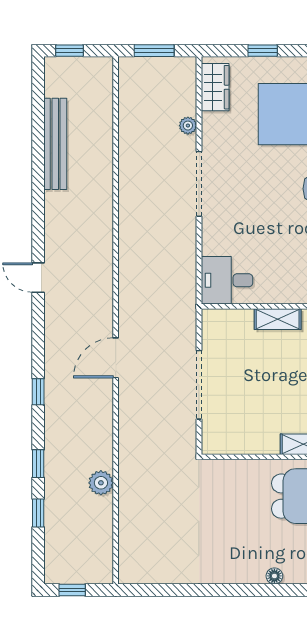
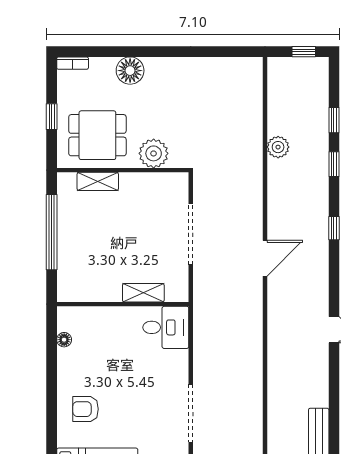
shelving: (278, 319) -> (143, 293), moved
plant: (241, 476) -> (154, 153), added
floor lamp: (274, 576) -> (130, 71), width x1.89, depth x1.89

